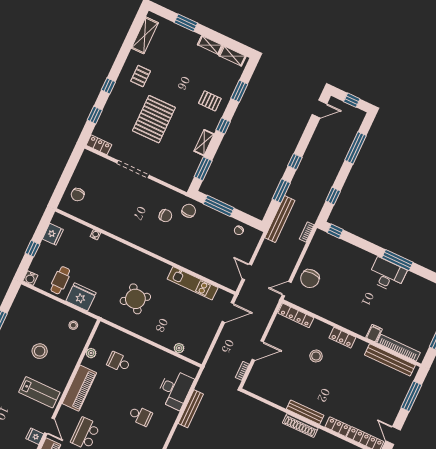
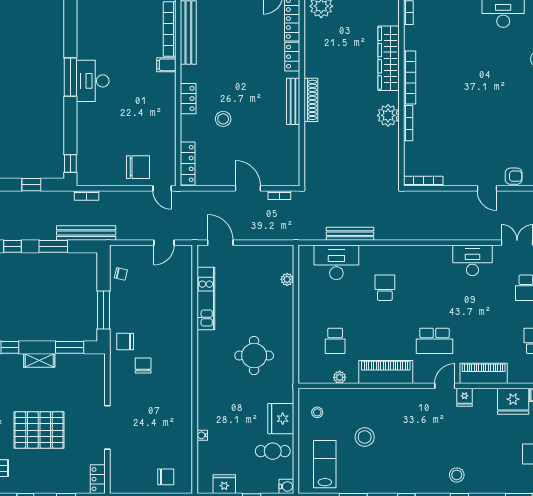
round table: (135, 299) -> (254, 356), turned 35
lab bench: (39, 392) -> (325, 464), moved

